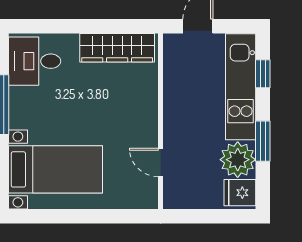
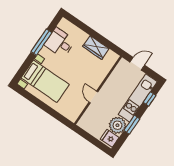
wardrobe: (117, 48) -> (96, 47), width x0.67
desk: (35, 61) -> (60, 43), moved
door: (161, 163) -> (93, 97), moved

